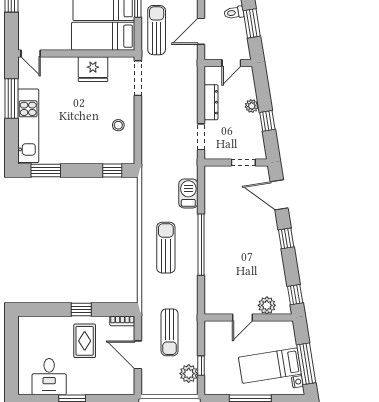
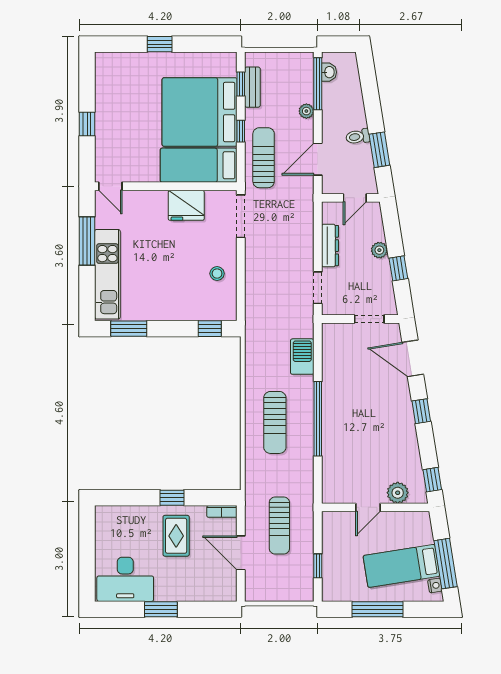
sun lounger: (166, 248) -> (275, 422), turned 180
plant: (189, 374) -> (303, 576), removed
desk: (49, 377) -> (125, 579), width x1.37

